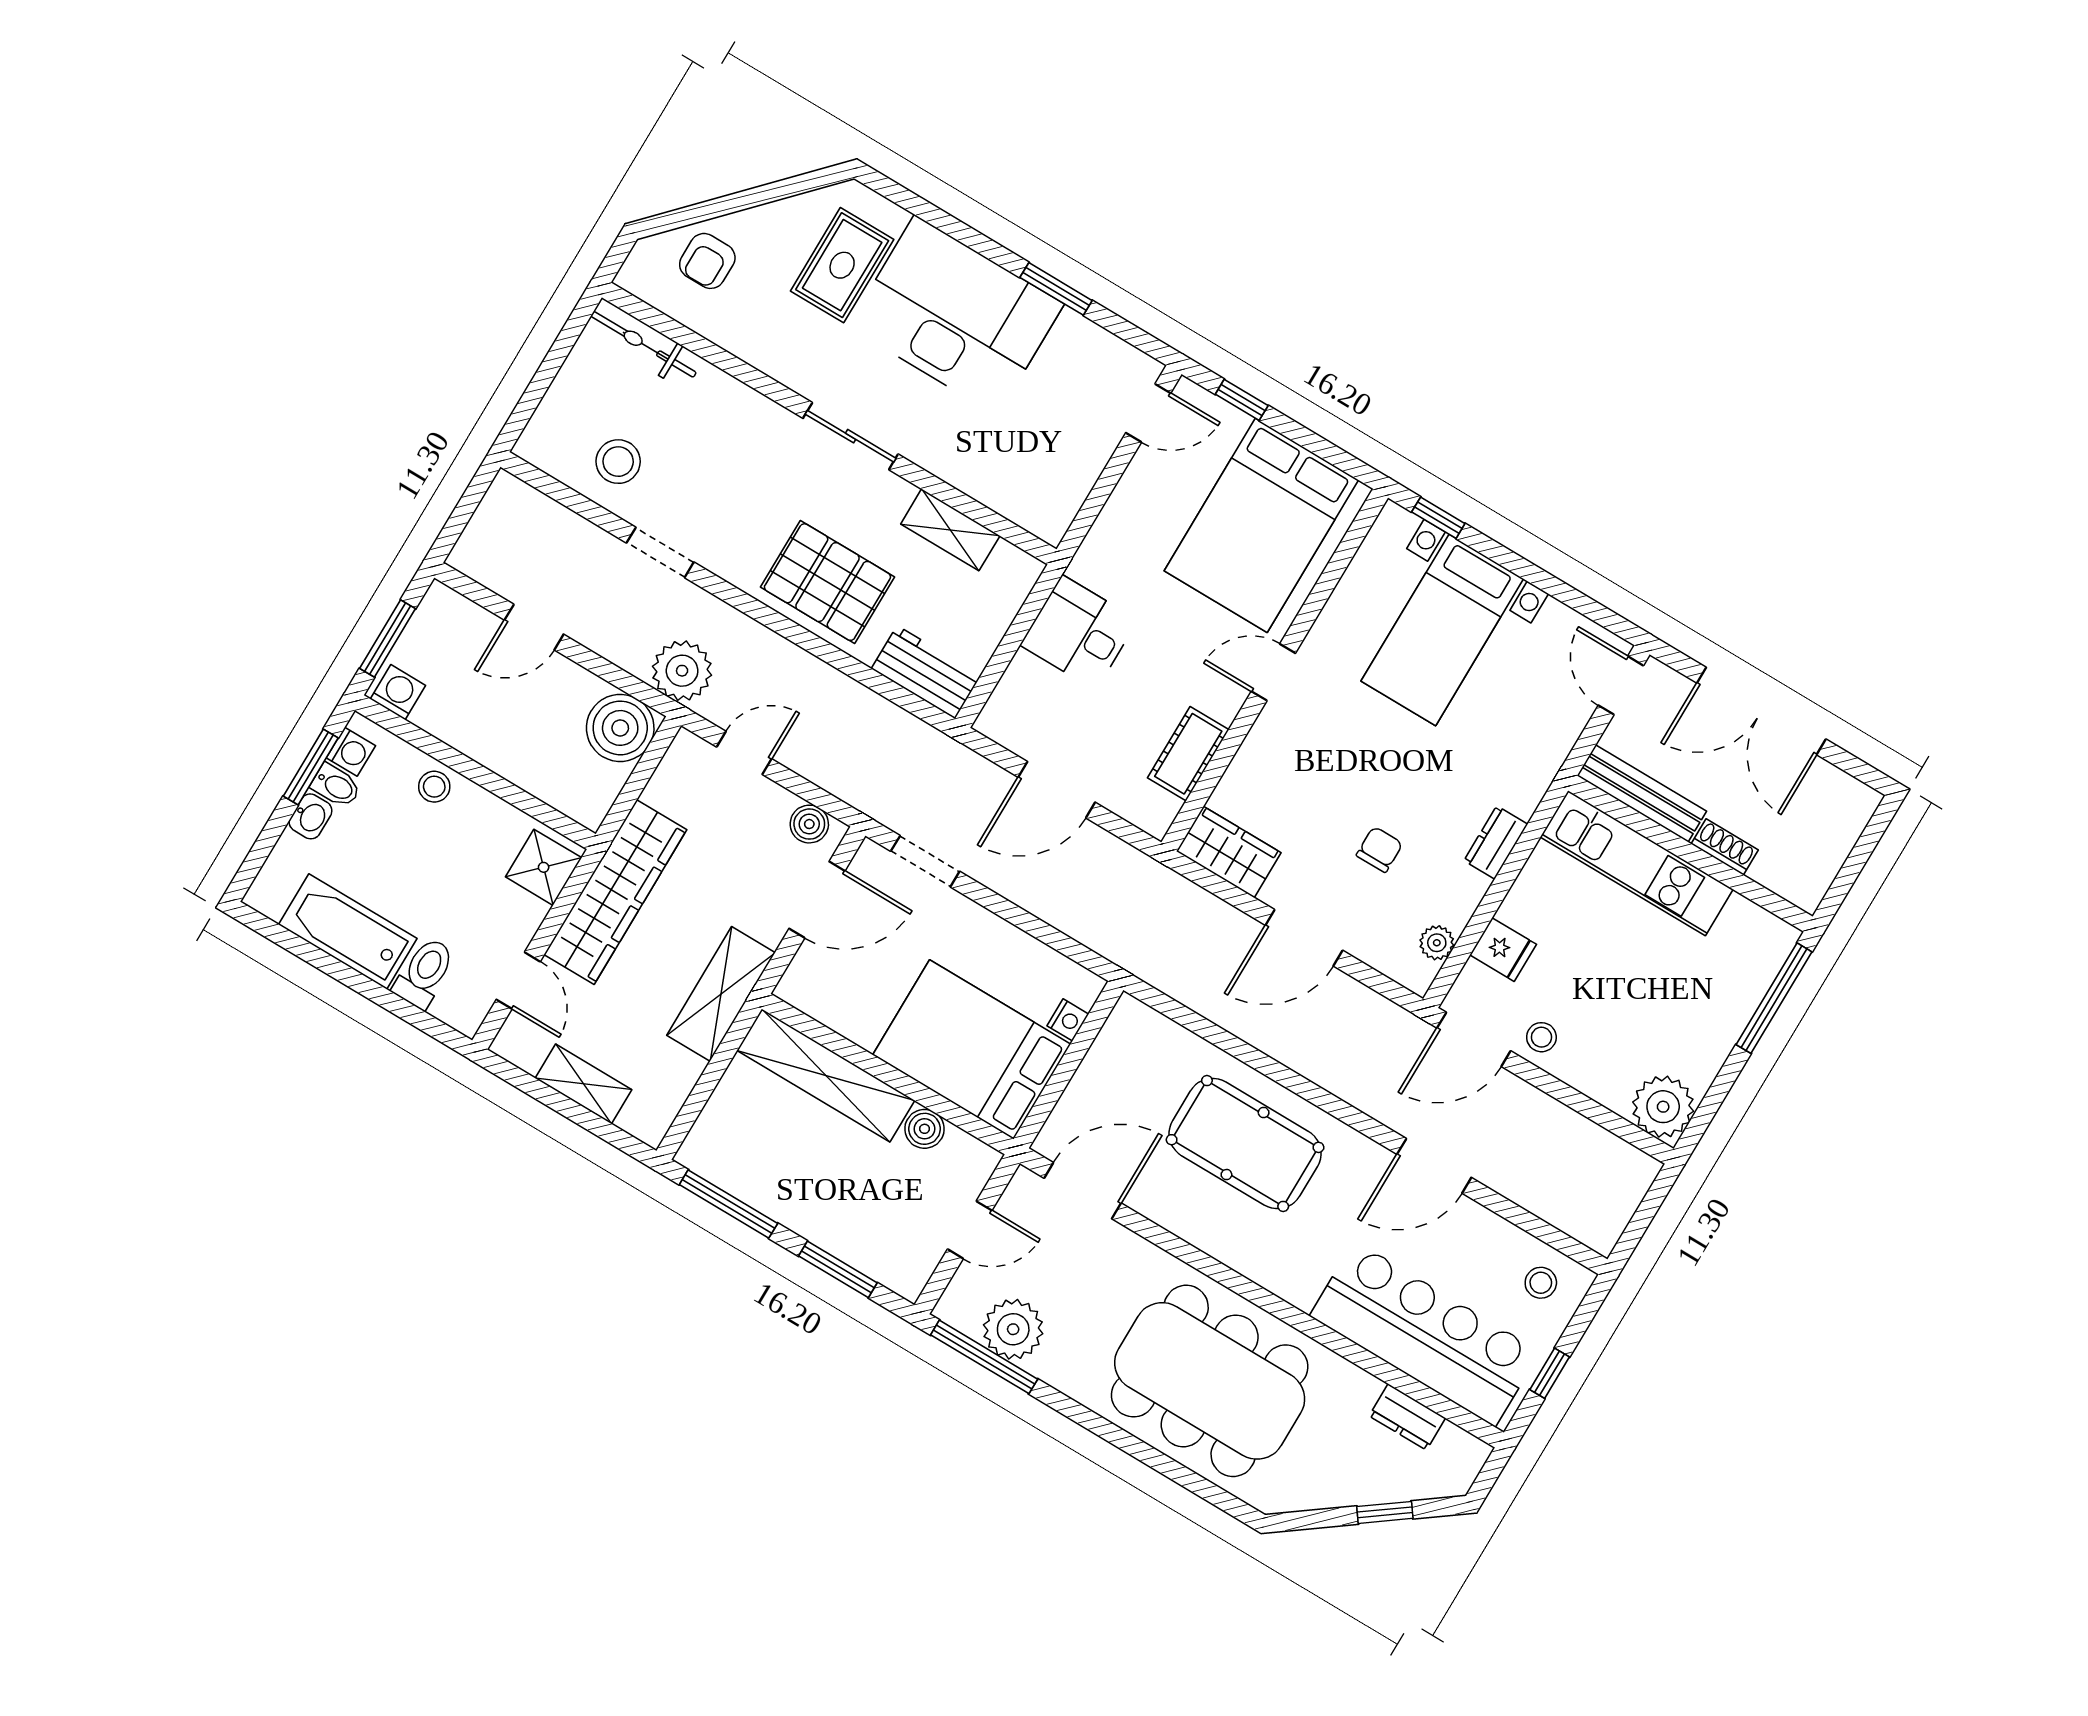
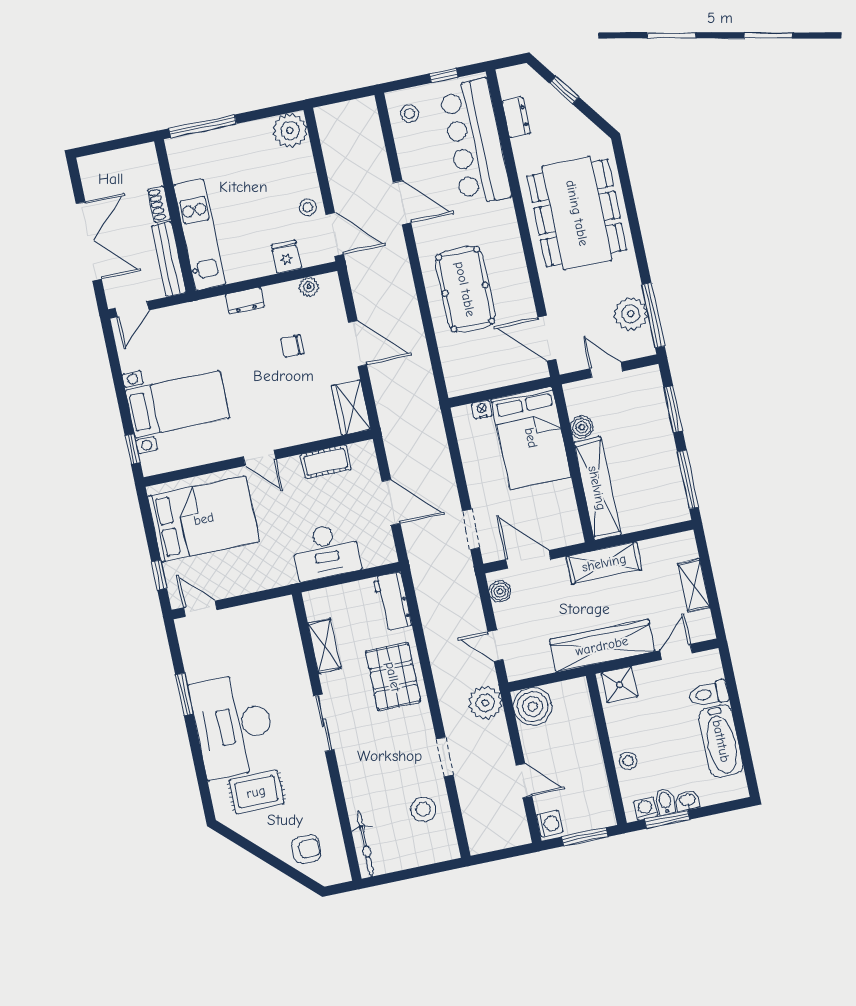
desk: (1079, 633) -> (326, 552), width x1.37
washing machine: (398, 692) -> (550, 824), moved, turned 180

